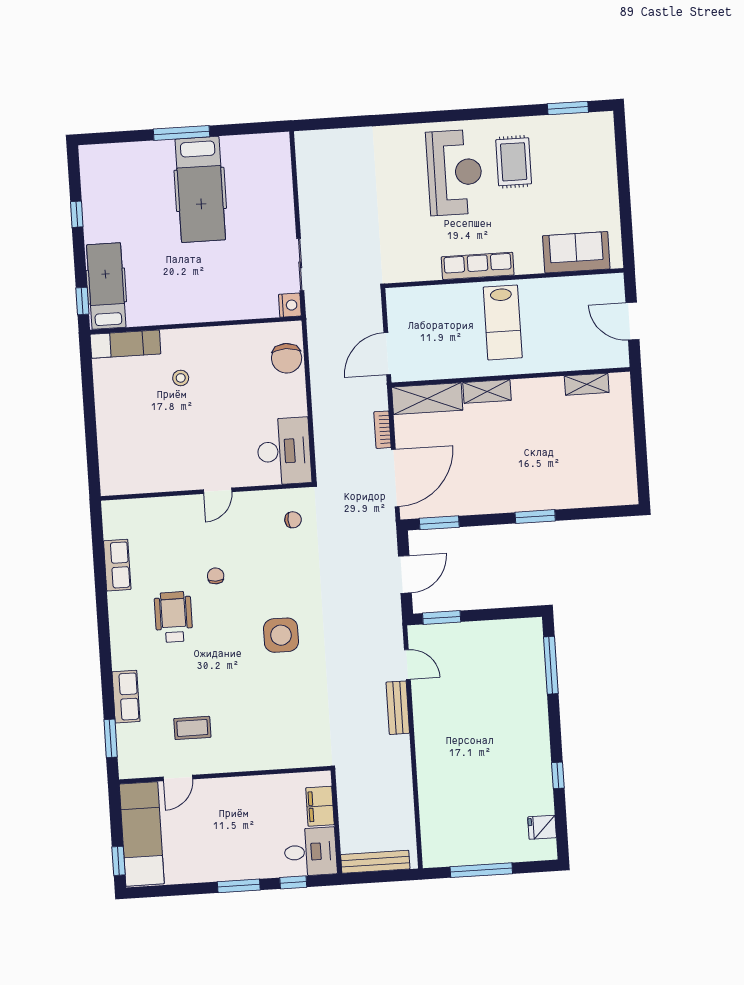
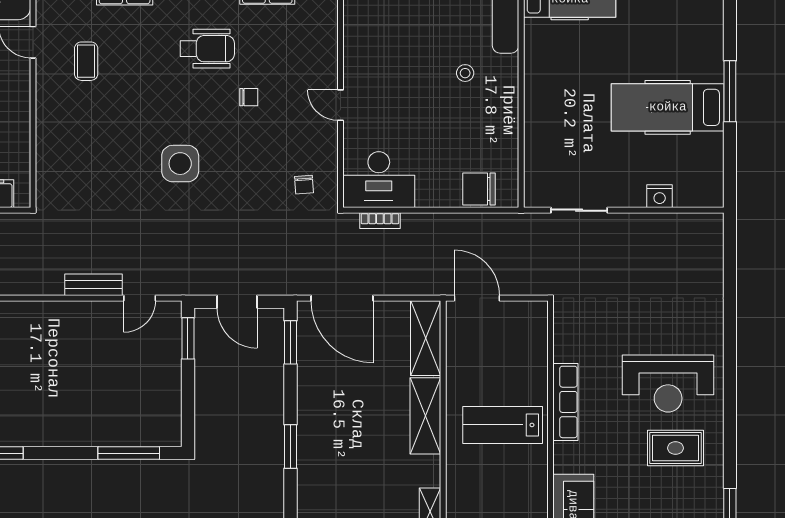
nightstand: (290, 305) -> (660, 196), moved
shelving: (487, 391) -> (425, 416), width x1.50, depth x1.33
bookcase: (382, 430) -> (380, 221), moved, turned 180

